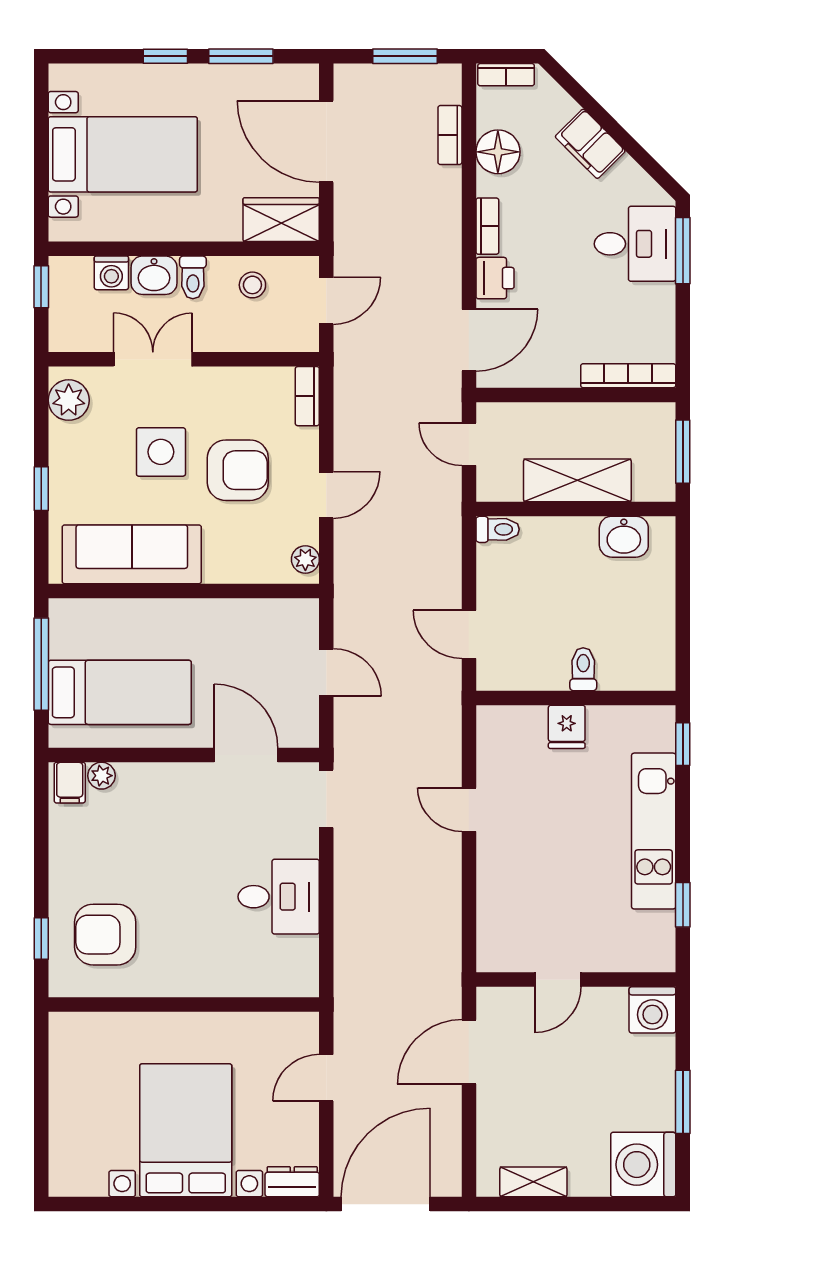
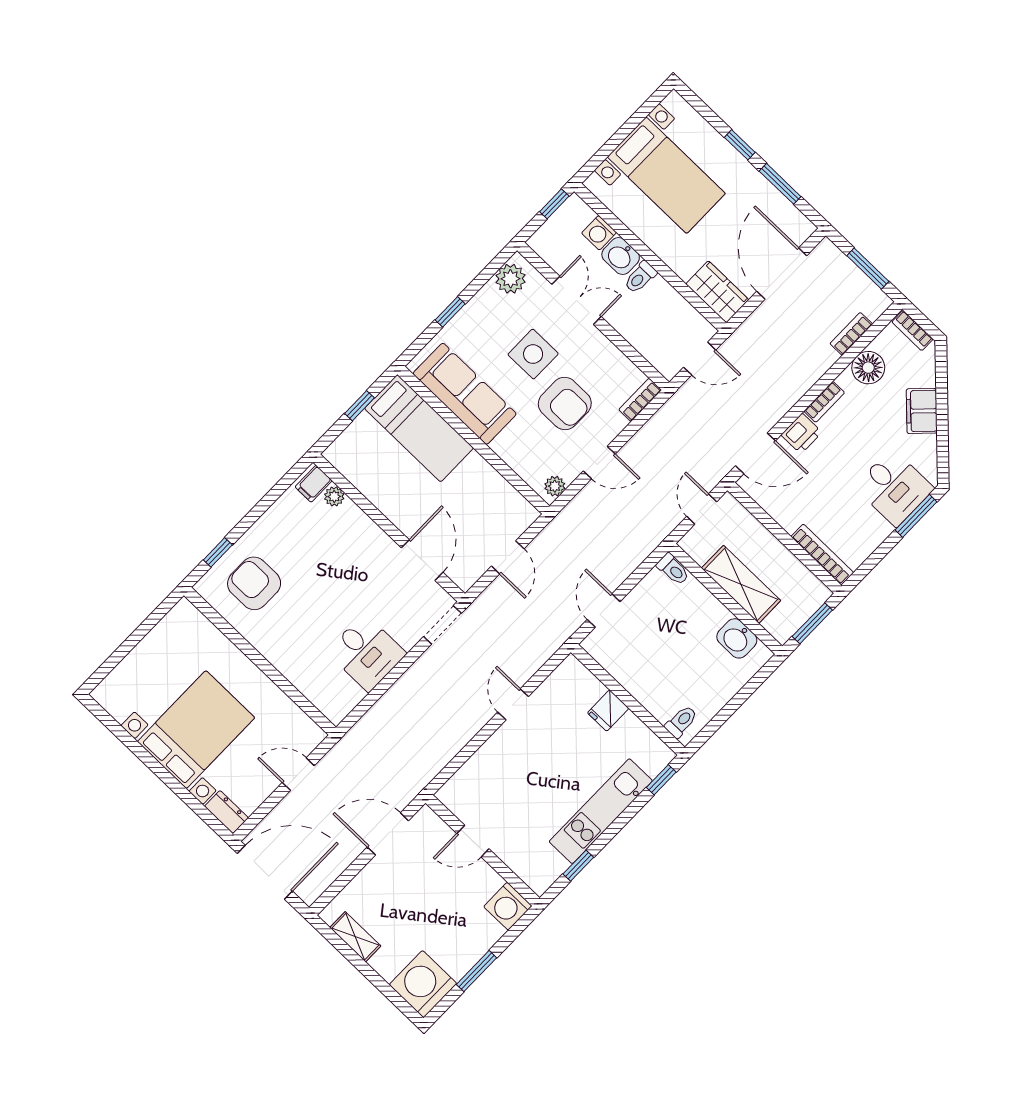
stool: (252, 285) -> (668, 312), removed
window: (41, 664) -> (359, 406), width x0.46
toilet: (583, 669) -> (681, 722), moved
bed: (120, 692) -> (419, 428), moved

